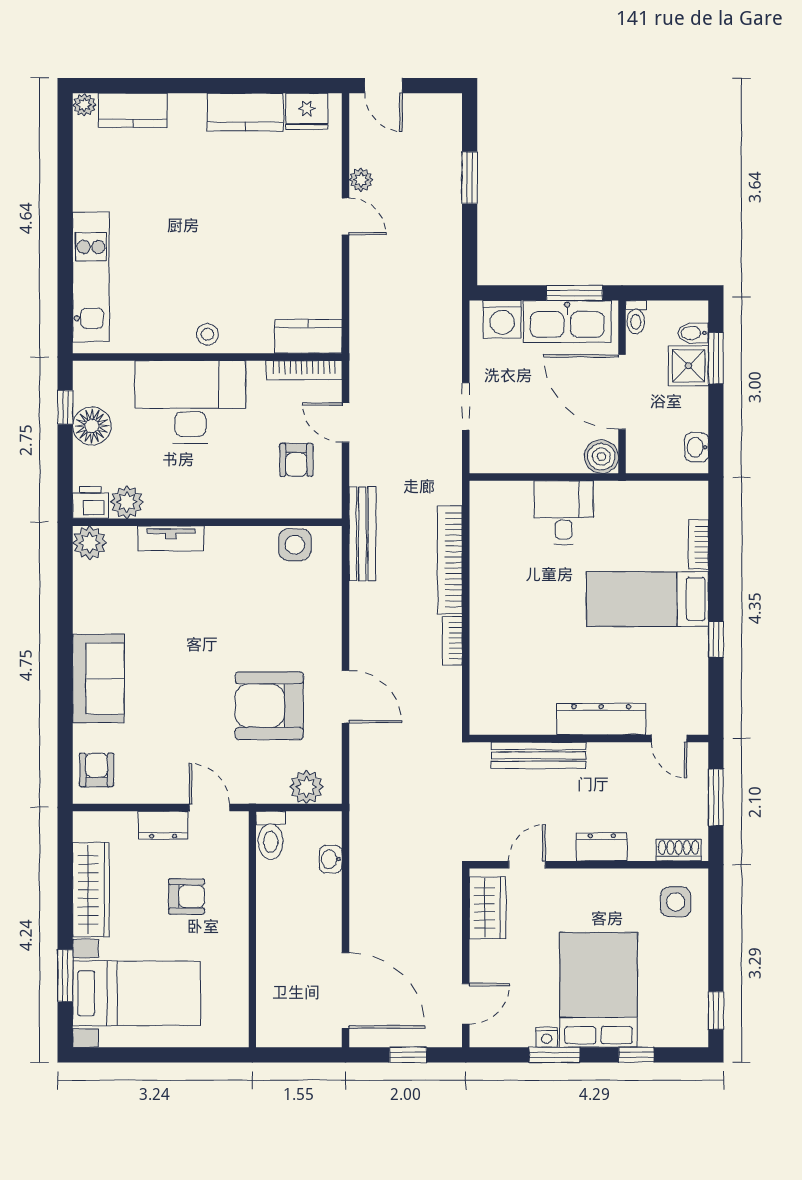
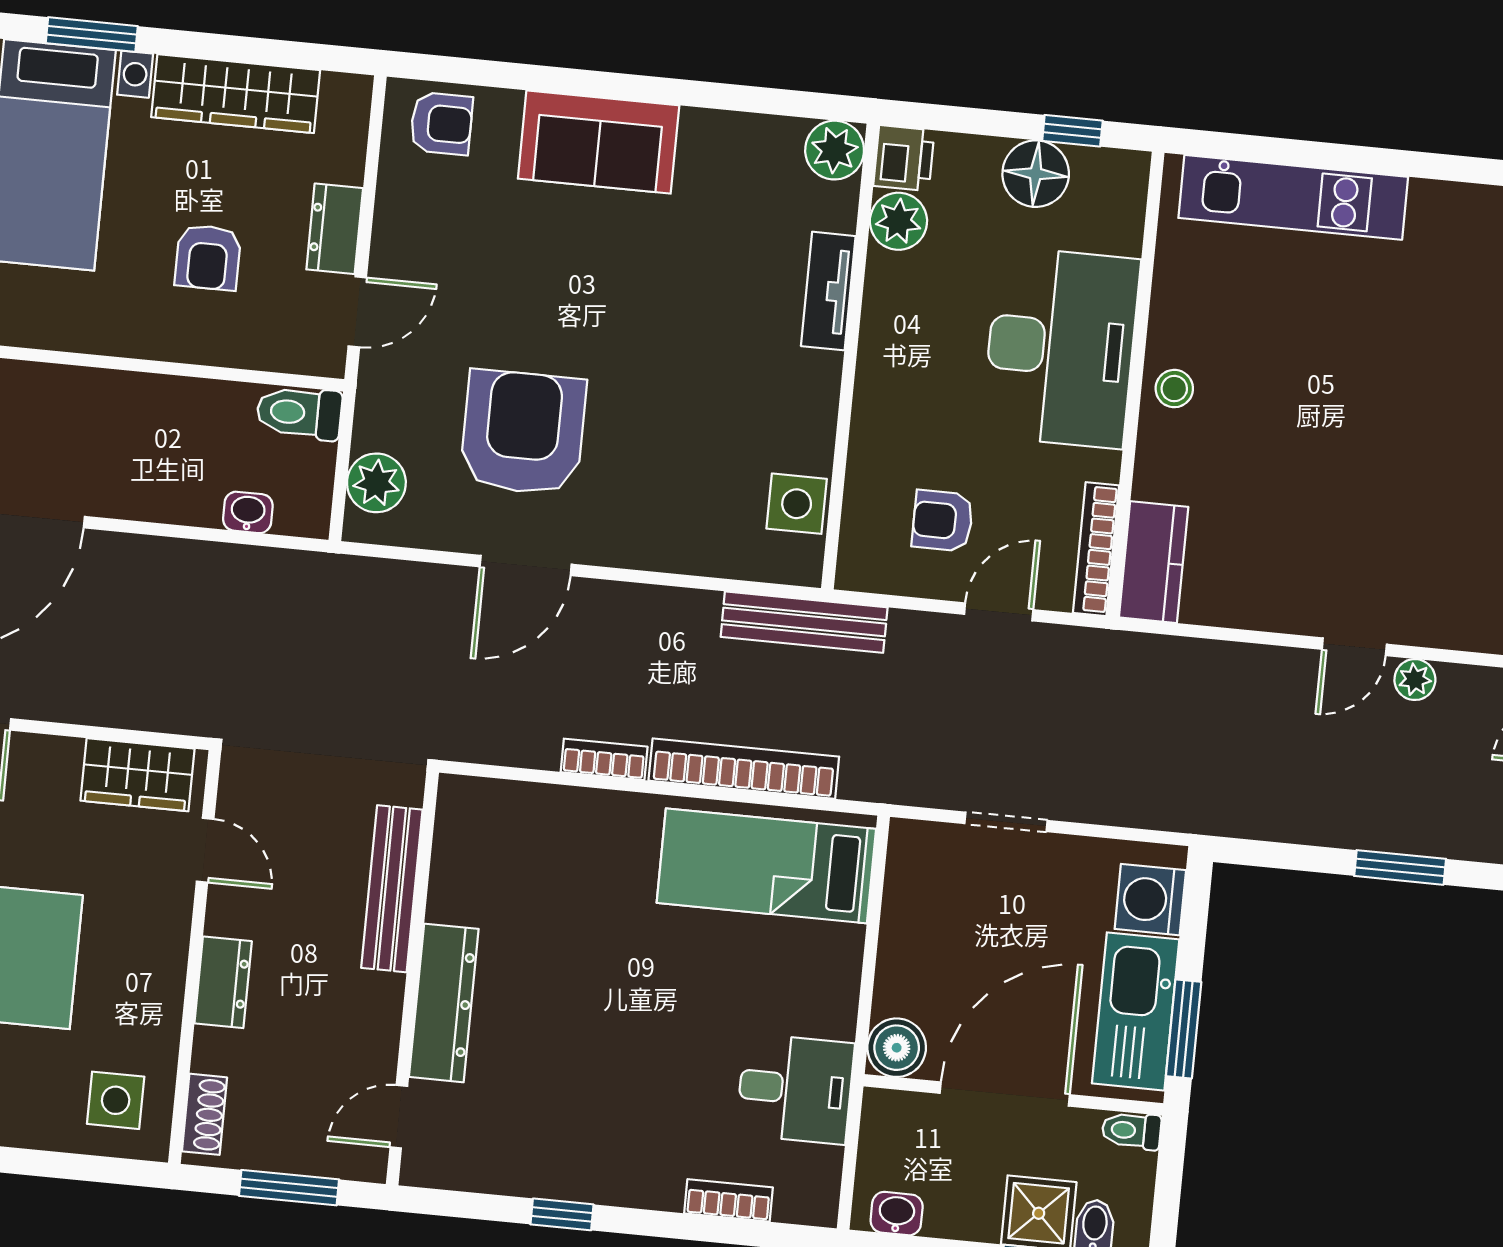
desk: (564, 512) -> (795, 1089), moved
bed: (648, 599) -> (766, 866), moved, turned -90

